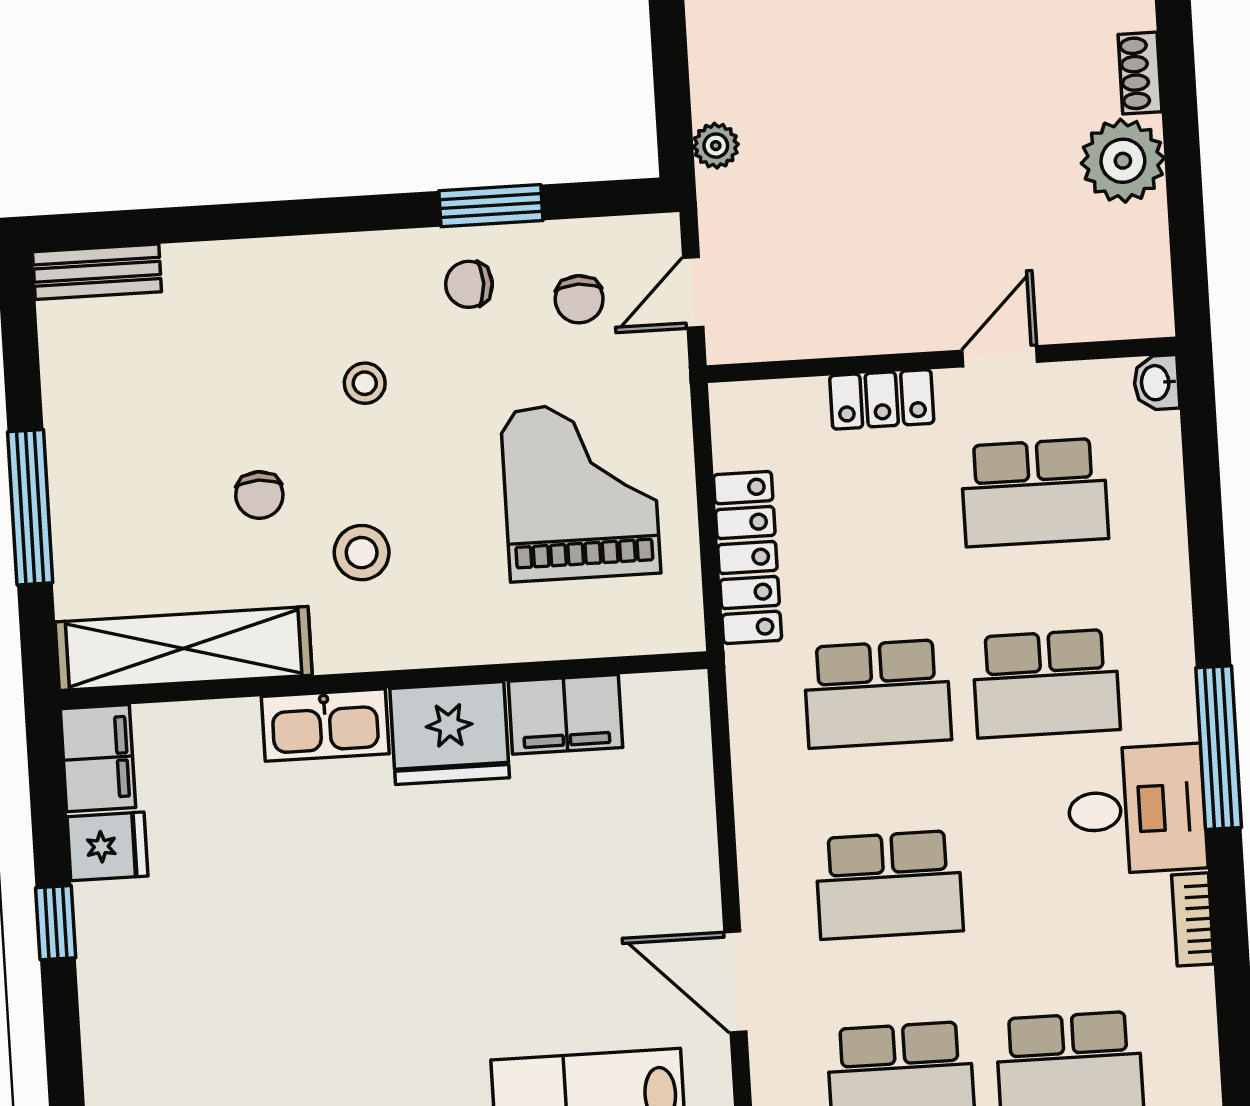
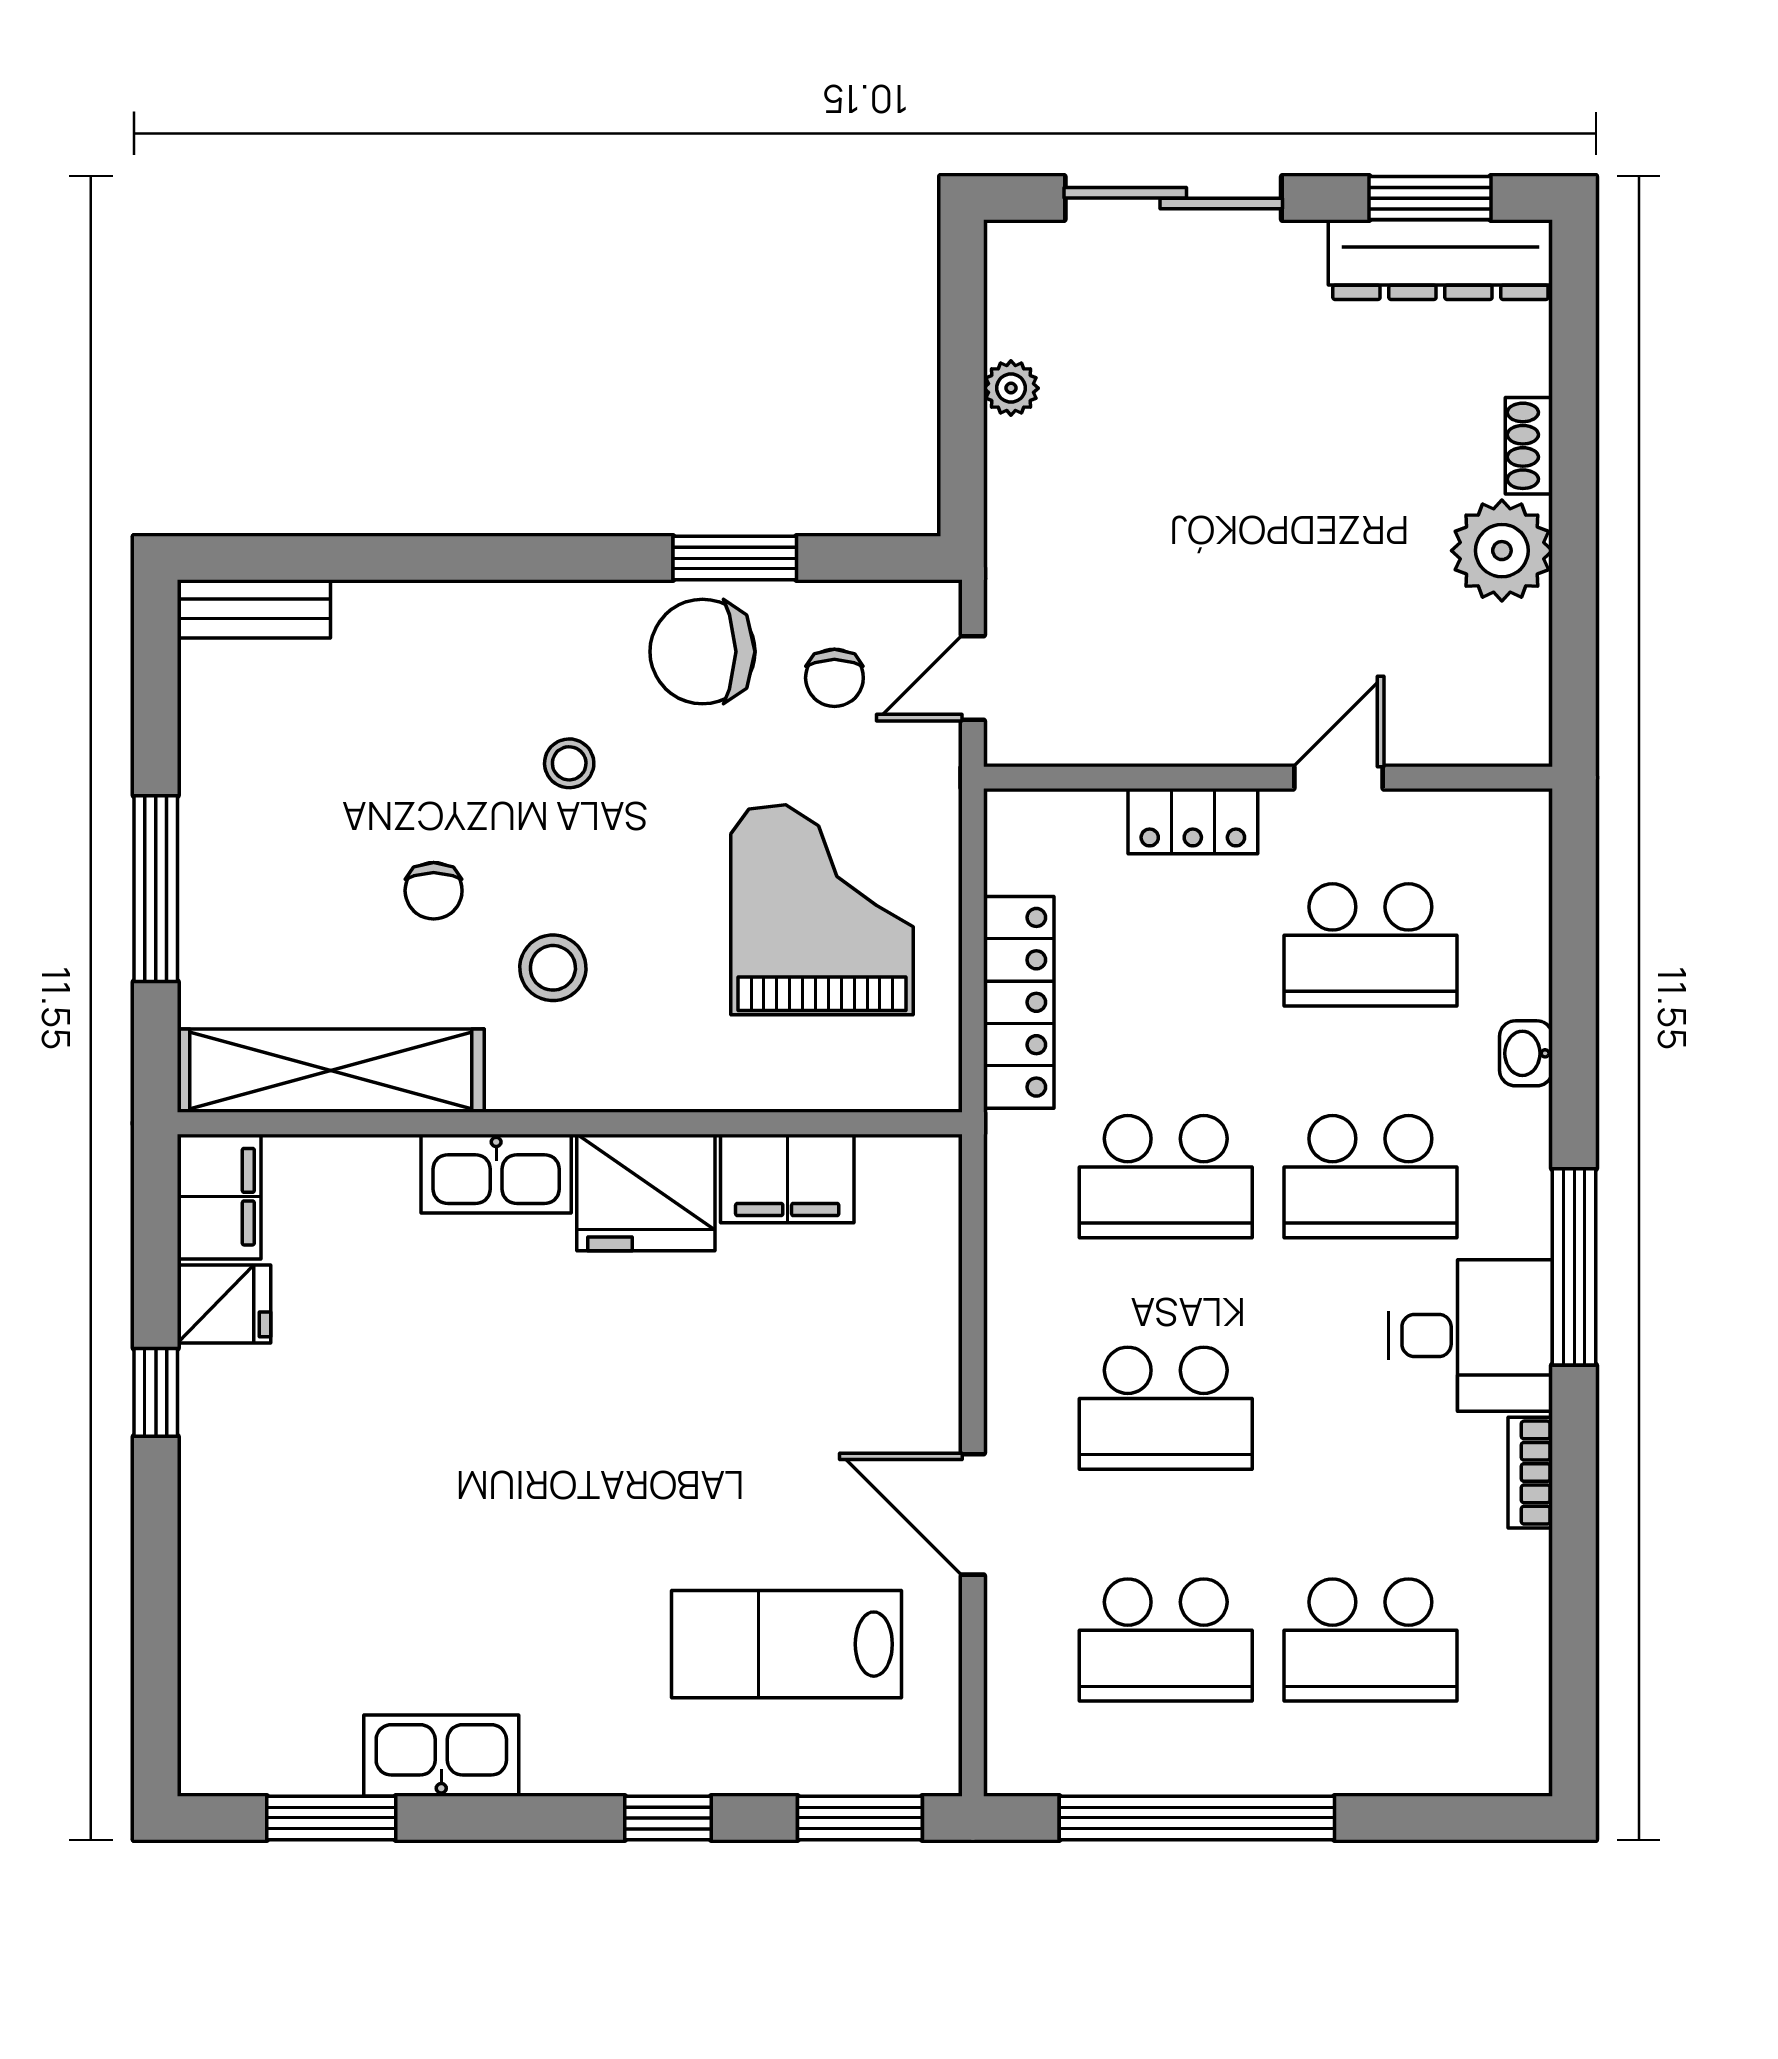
plant: (716, 146) -> (1011, 388), moved
chair: (469, 284) -> (702, 652), width x1.87, depth x1.87
washbasin: (1156, 383) -> (1526, 1053), moved

